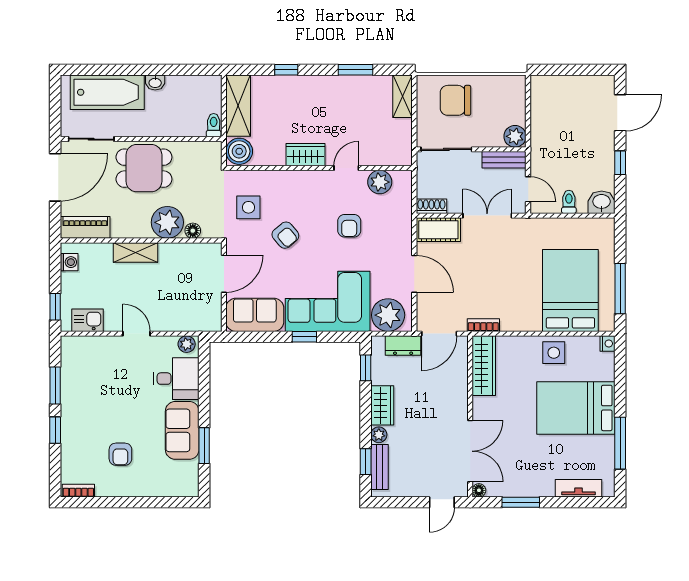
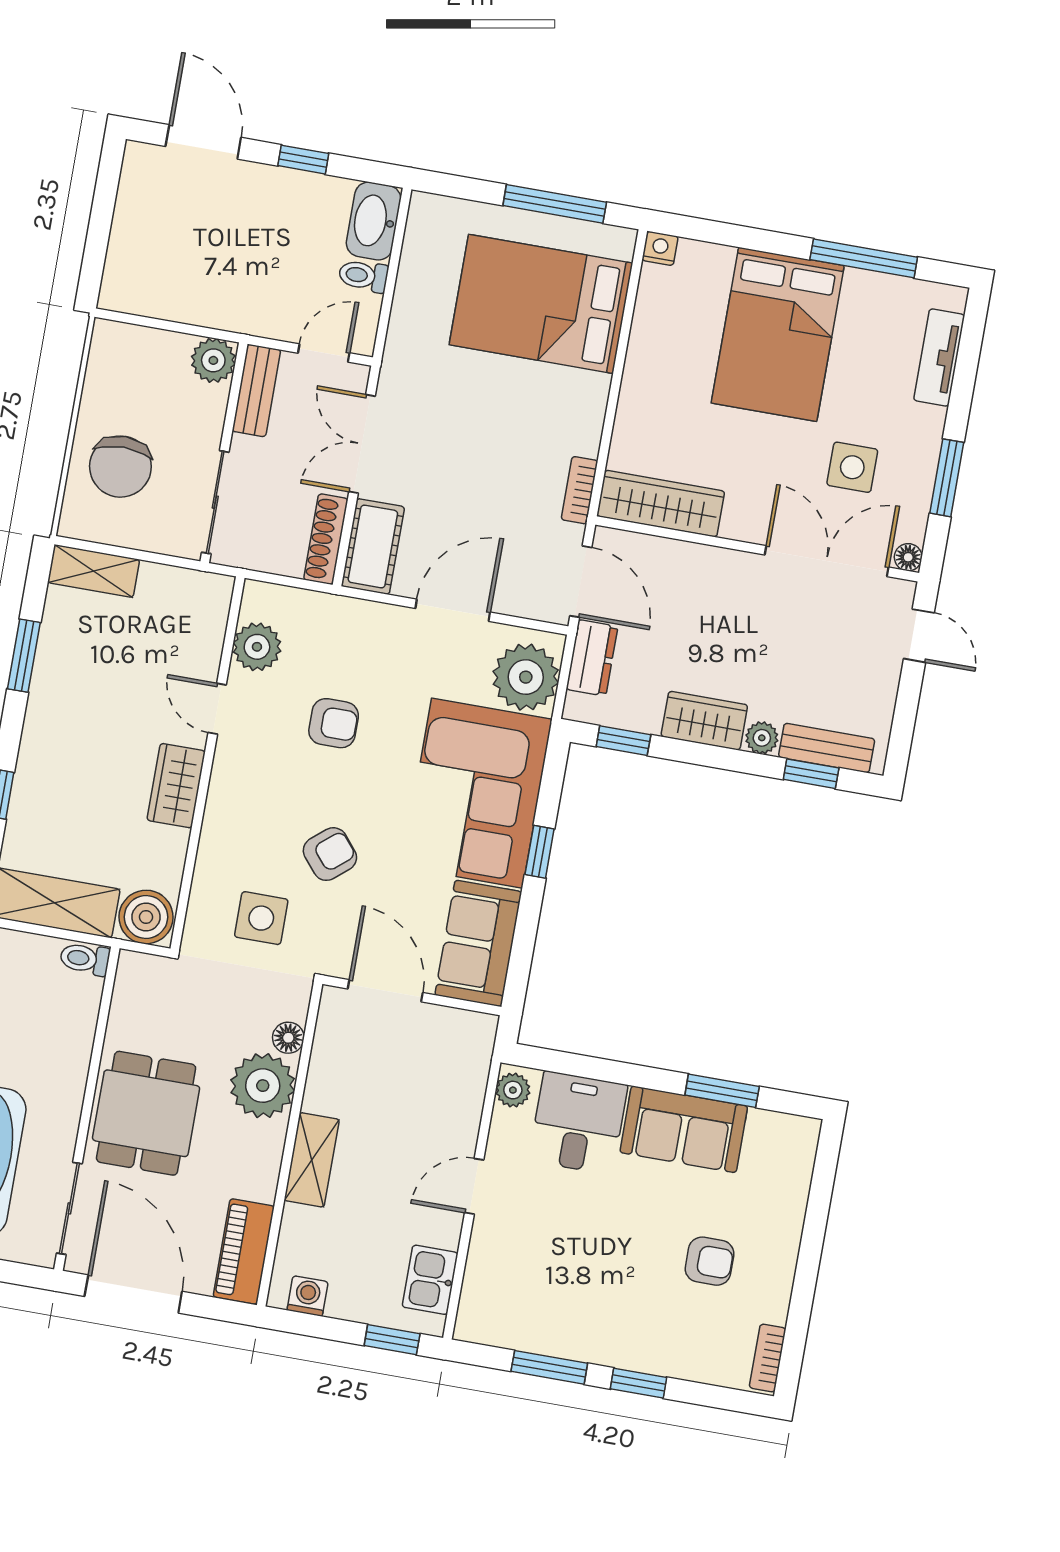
washbasin: (602, 202) -> (374, 221), width x1.38
shoe rack: (431, 206) -> (326, 539), width x1.43
side table: (554, 353) -> (852, 467), moved

